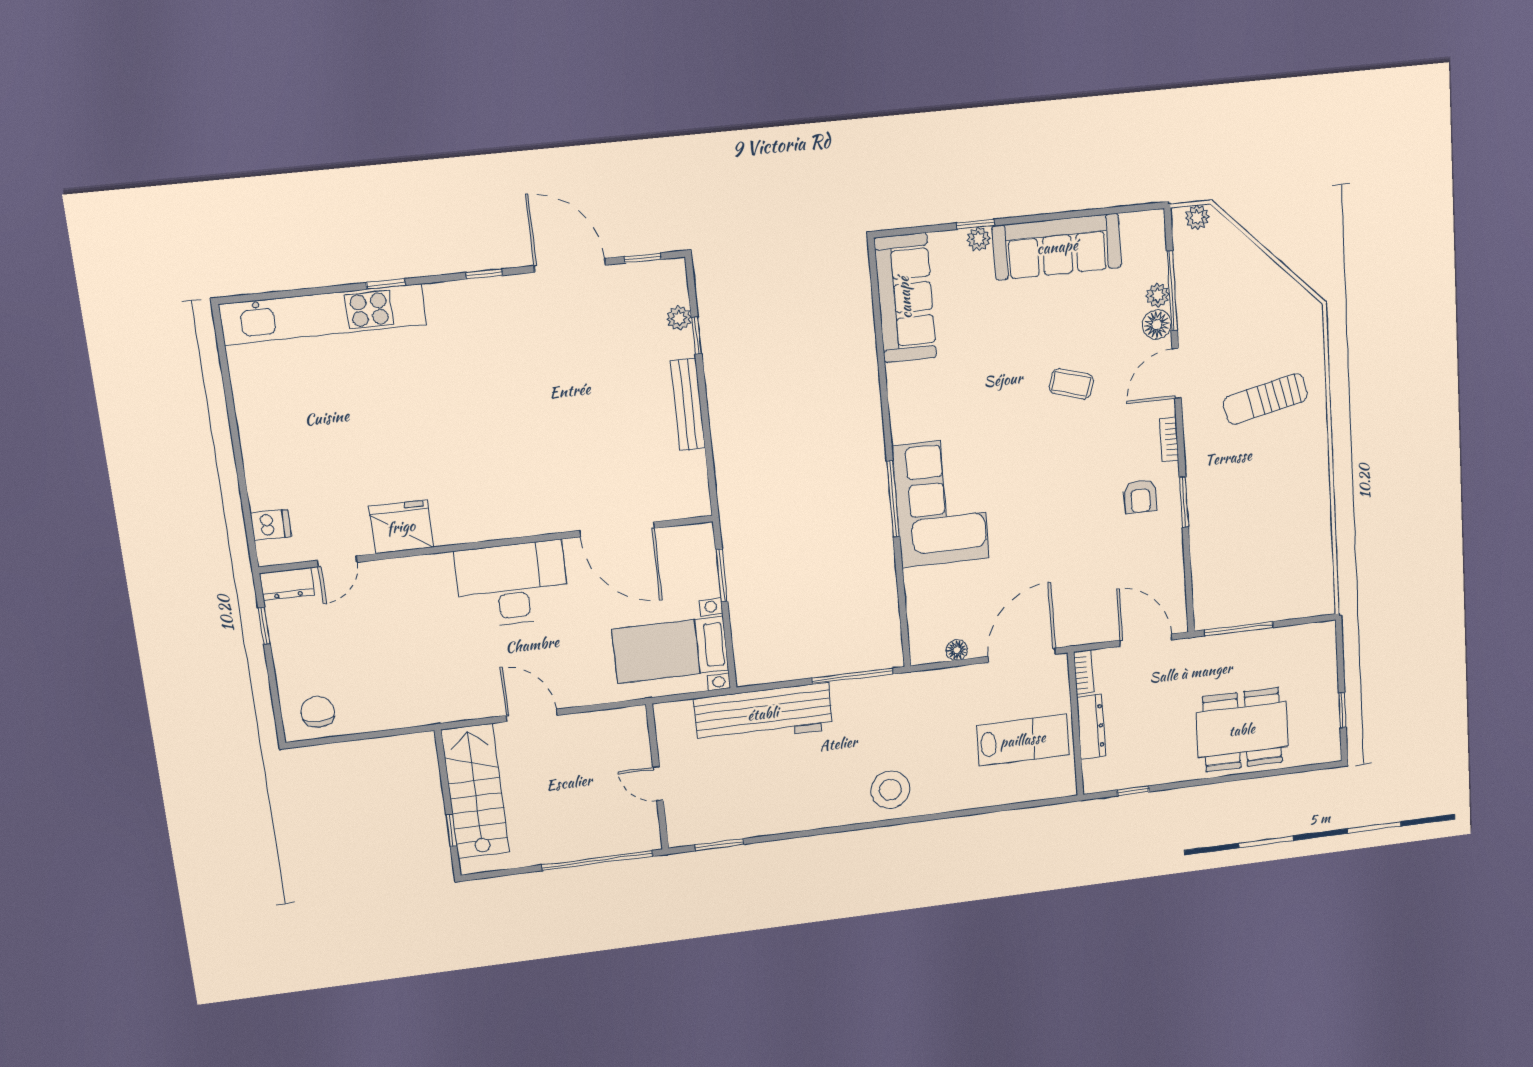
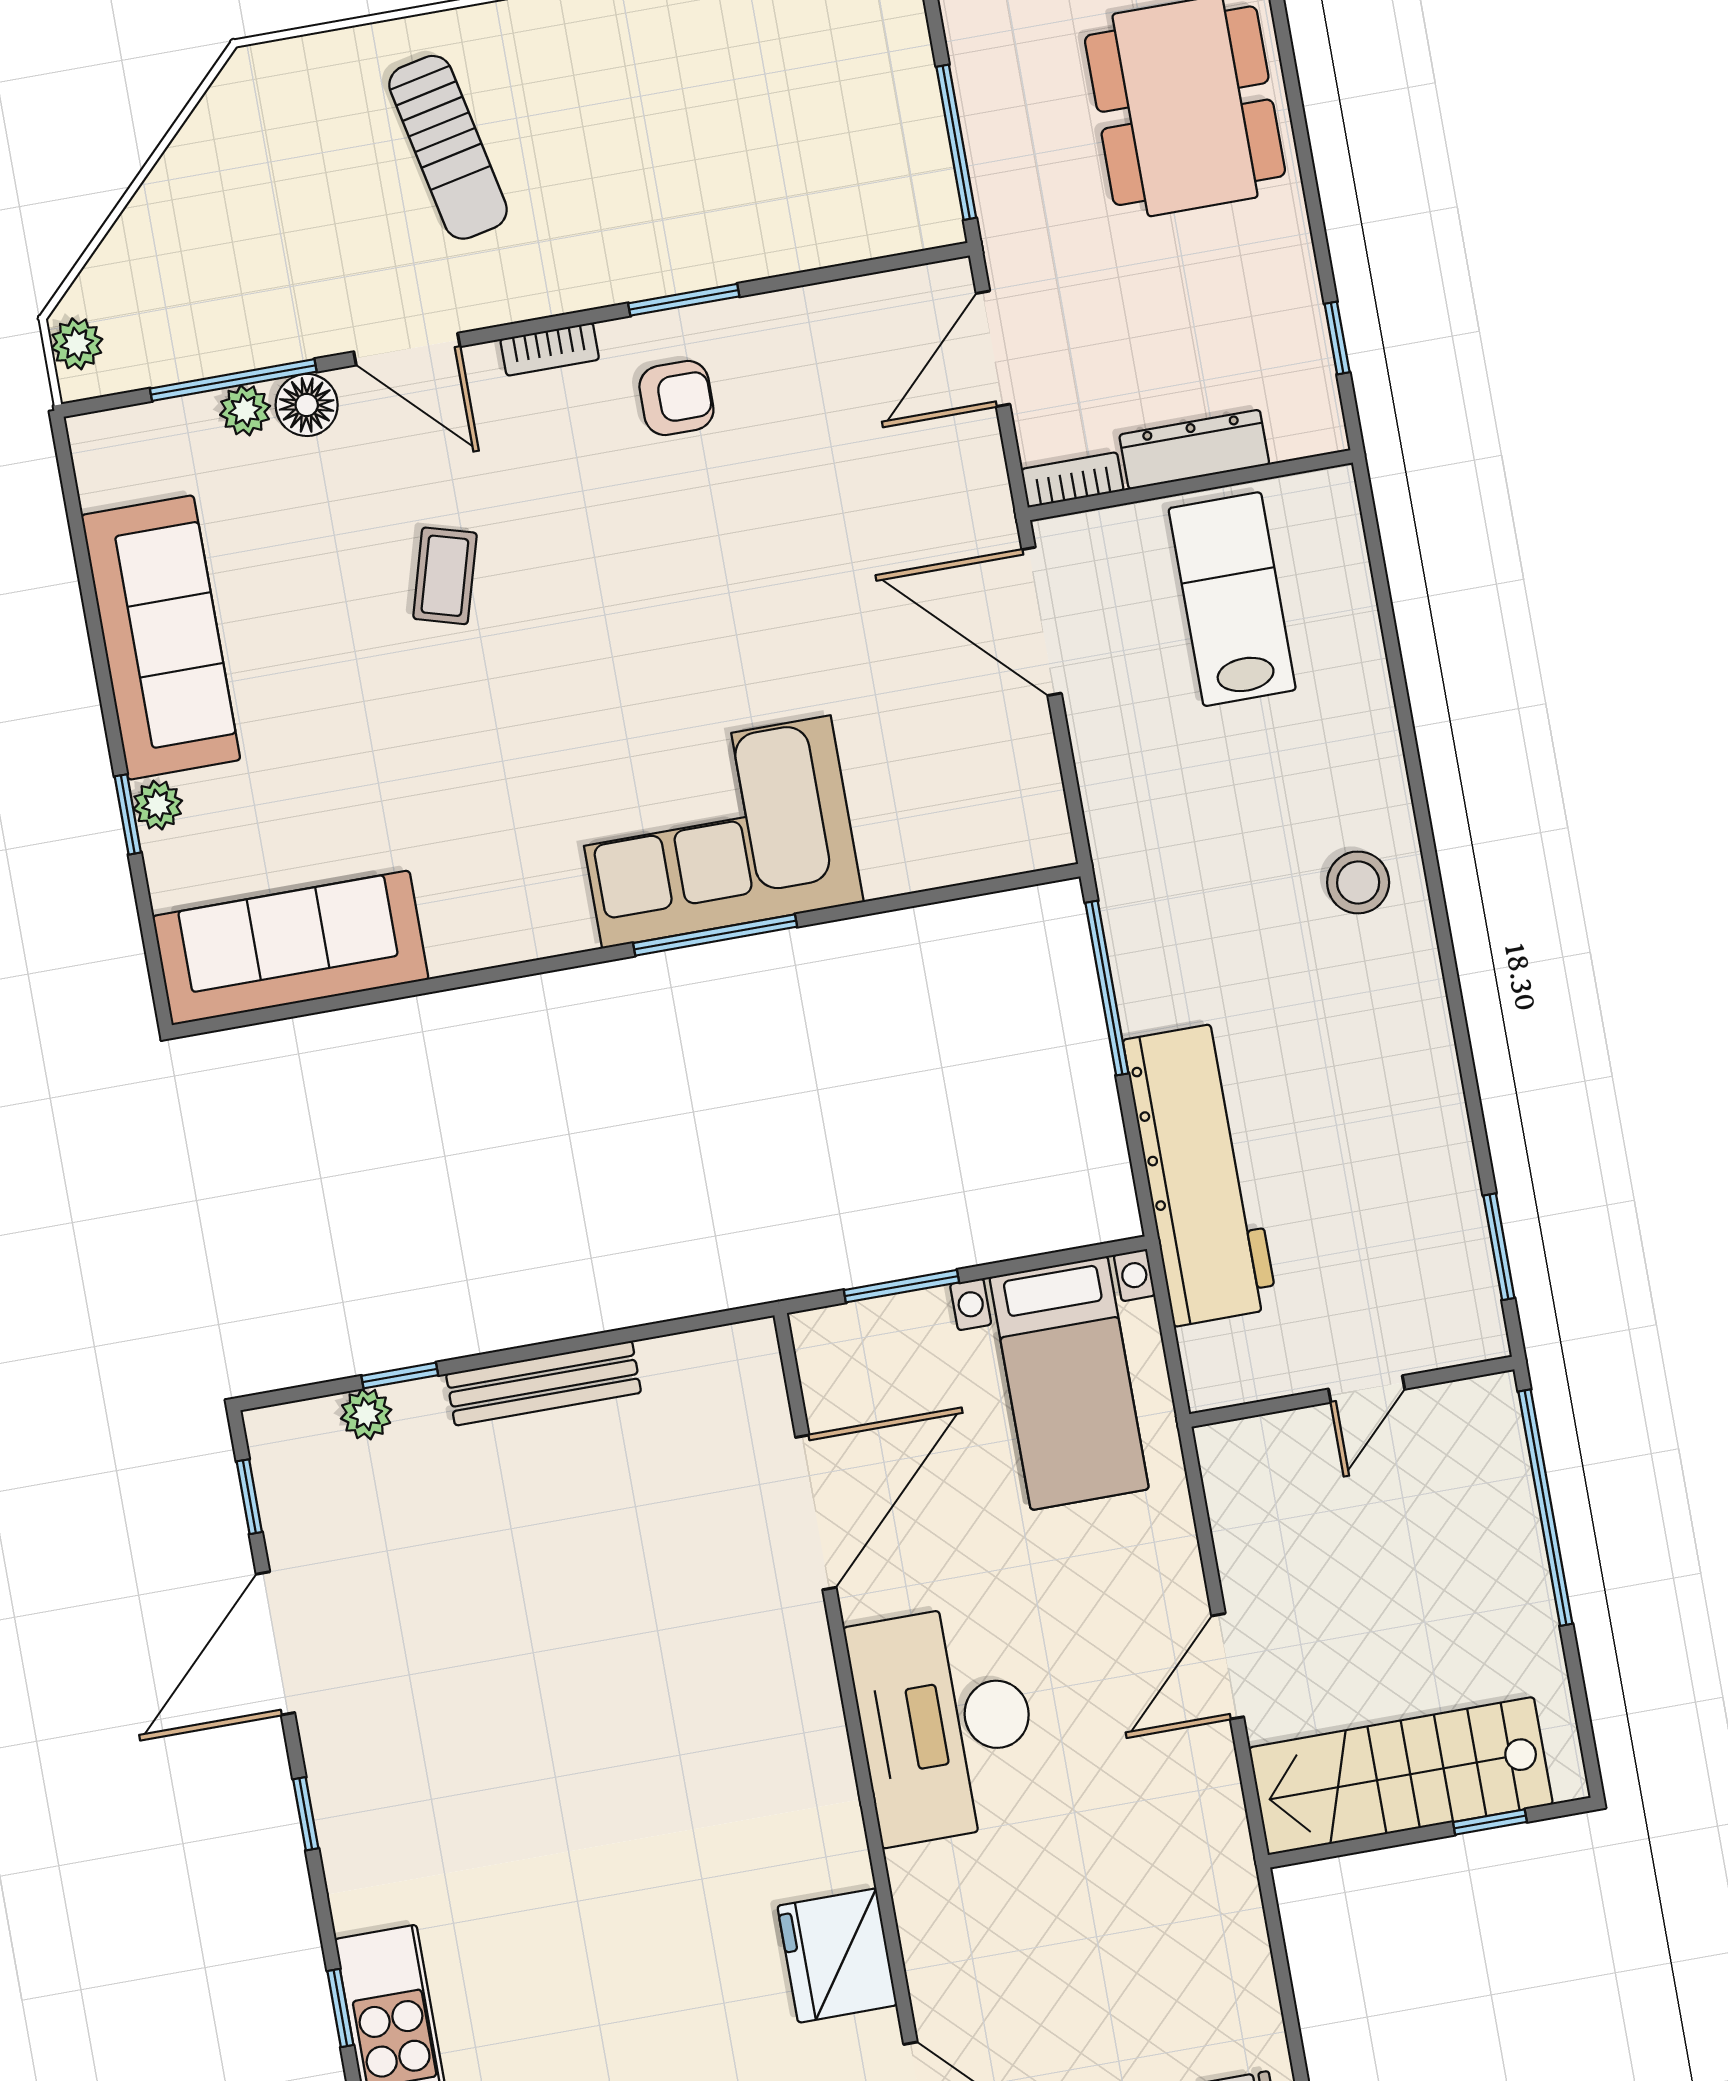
floor lamp: (957, 650) -> (1037, 766), removed
stool: (890, 790) -> (1358, 882), width x0.73, depth x0.73

